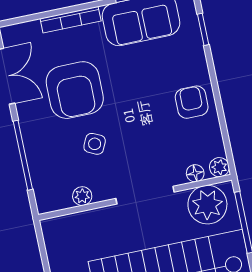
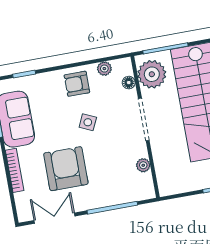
armchair: (75, 90) -> (66, 169), turned -90
side table: (95, 144) -> (88, 122), moved
plant: (219, 167) -> (104, 69), moved

